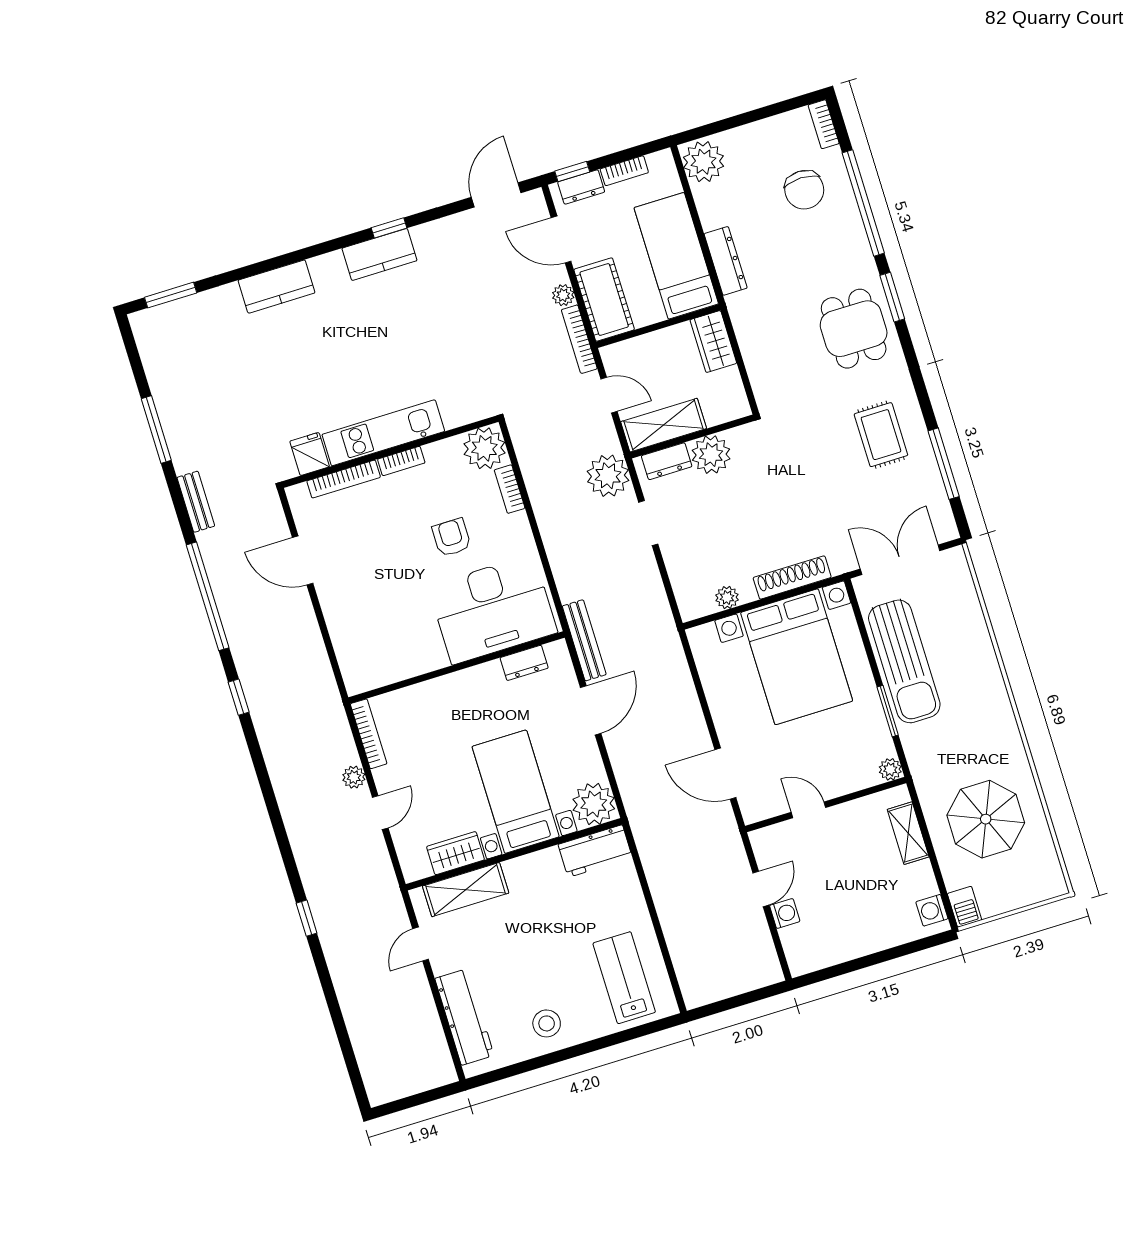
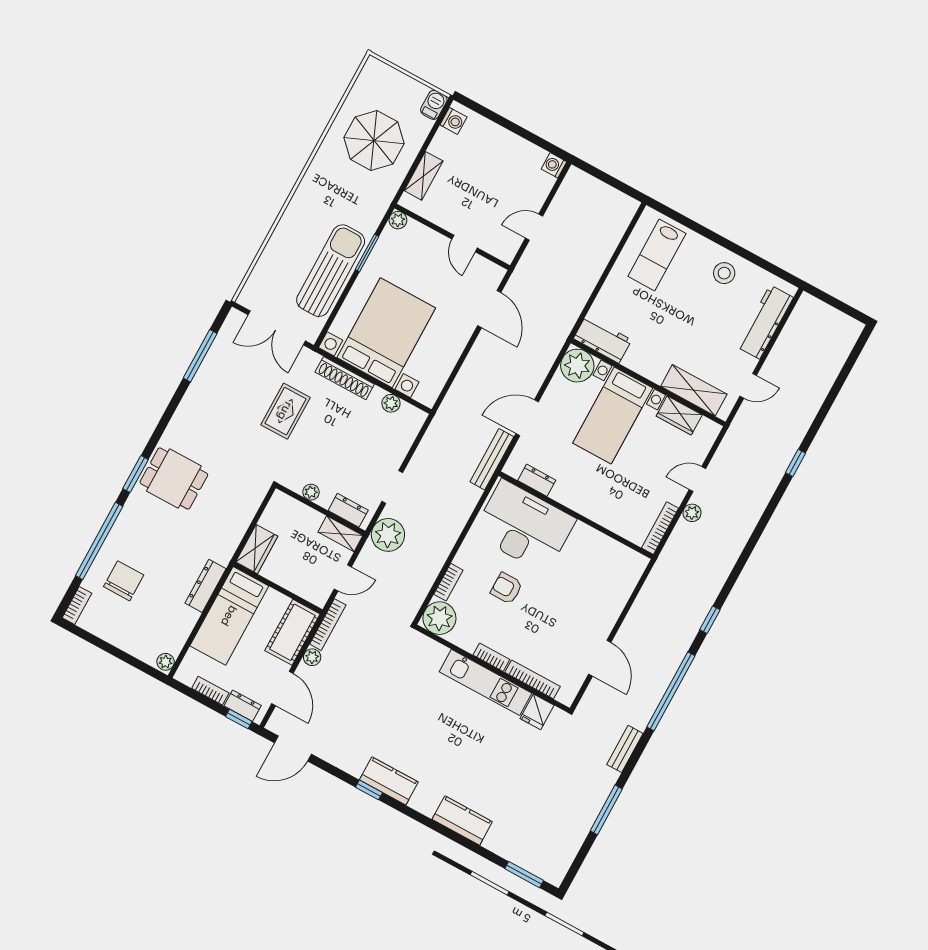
plant: (703, 162) -> (166, 662), width x0.53, depth x0.53
dining table: (854, 329) -> (174, 478), turned 90
door: (609, 395) -> (343, 578), swing flipped
shelving: (664, 425) -> (340, 534), width x0.67, depth x0.75
rug: (881, 435) -> (285, 411), moved
plant: (711, 455) -> (311, 492), width x0.53, depth x0.53
armchair: (452, 537) -> (507, 588), turned 90
washing machine: (785, 913) -> (554, 165), moved

